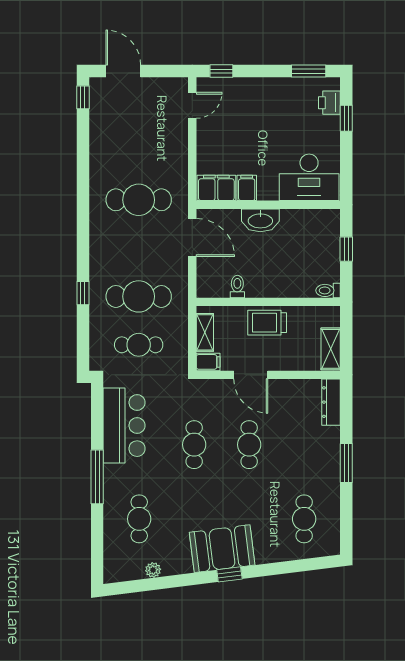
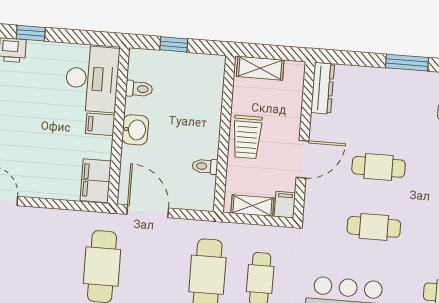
filing cabinet: (247, 188) -> (100, 124), moved
washbasin: (260, 220) -> (135, 130), width x0.72
door: (192, 238) -> (148, 211), hinge flipped
toilet: (328, 290) -> (139, 89), moved, turned -90
shelving: (331, 349) -> (260, 68), moved
dresser: (331, 402) -> (323, 88), moved, turned -90

